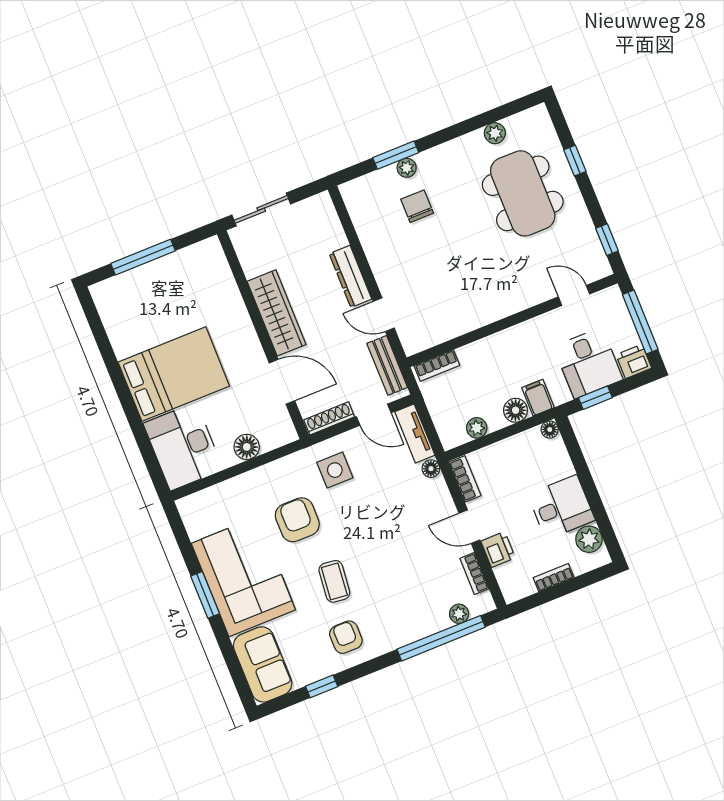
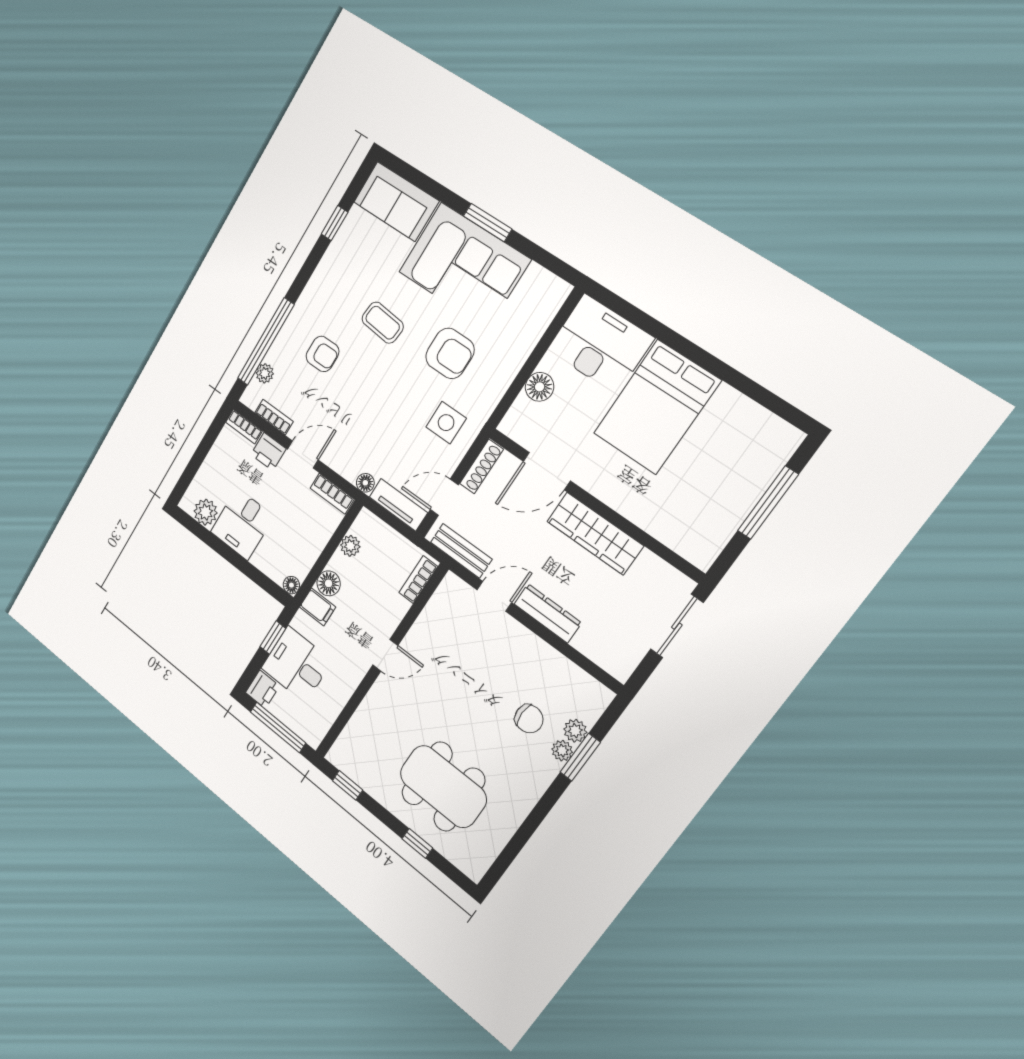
plant: (495, 133) -> (575, 731), moved
door: (574, 295) -> (385, 655), moved
bookcase: (554, 578) -> (244, 427), moved, turned 90
armchair: (346, 637) -> (323, 354), moved

